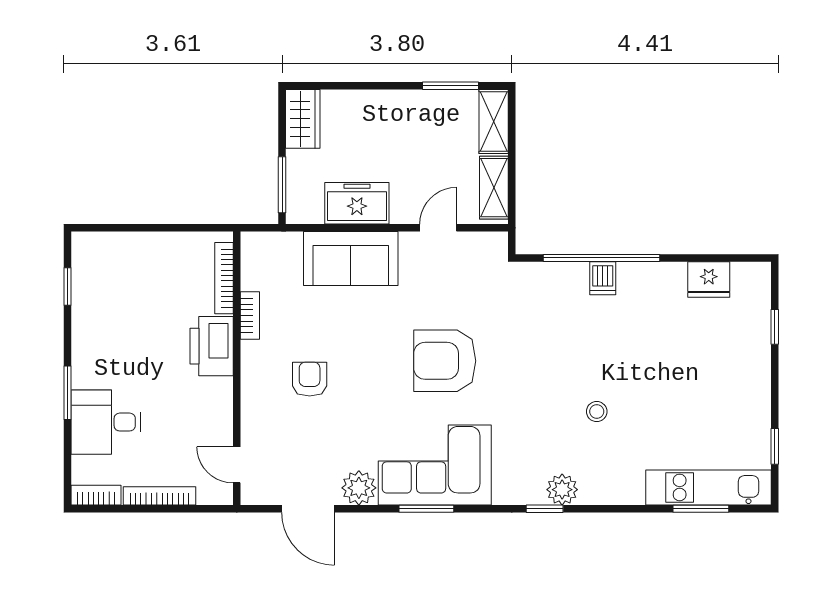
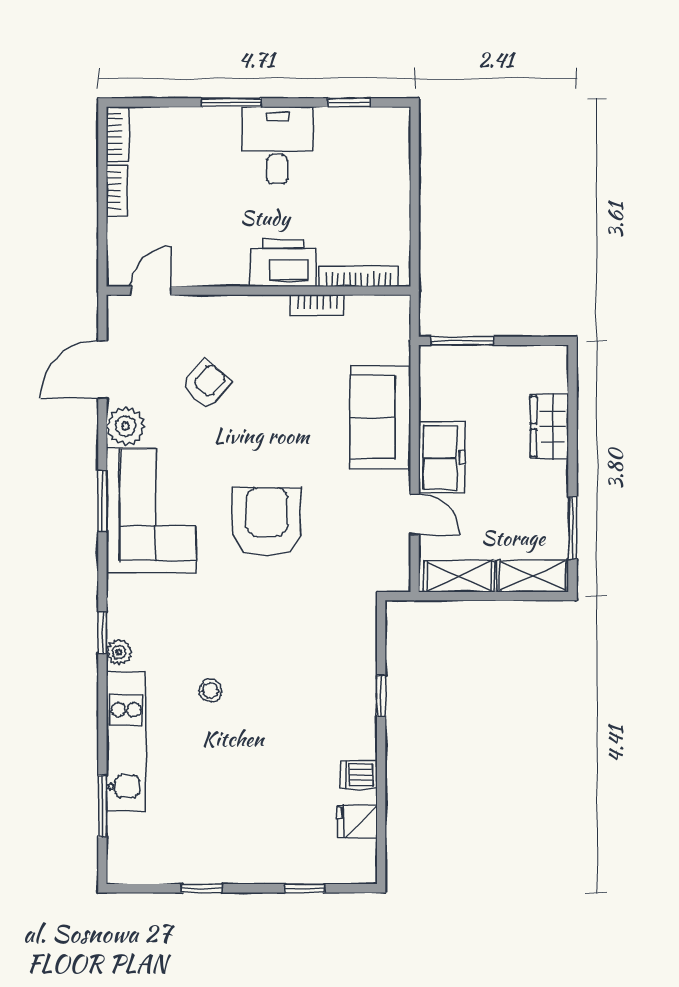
wardrobe: (303, 119) -> (549, 426), moved, turned 90
freezer: (357, 203) -> (442, 458), moved
window: (601, 258) -> (381, 696), width x0.32
dishwasher: (603, 278) -> (359, 775), moved
fridge: (709, 279) -> (357, 821), width x0.72
armchair: (310, 379) -> (206, 384), moved, turned -49
desk: (106, 422) -> (277, 145), moved
window: (775, 446) -> (202, 888), moved
kitchen unit: (708, 487) -> (126, 742), moved
plant: (562, 490) -> (119, 652), width x0.73, depth x0.73
bookcase: (160, 496) -> (117, 190), width x0.64

